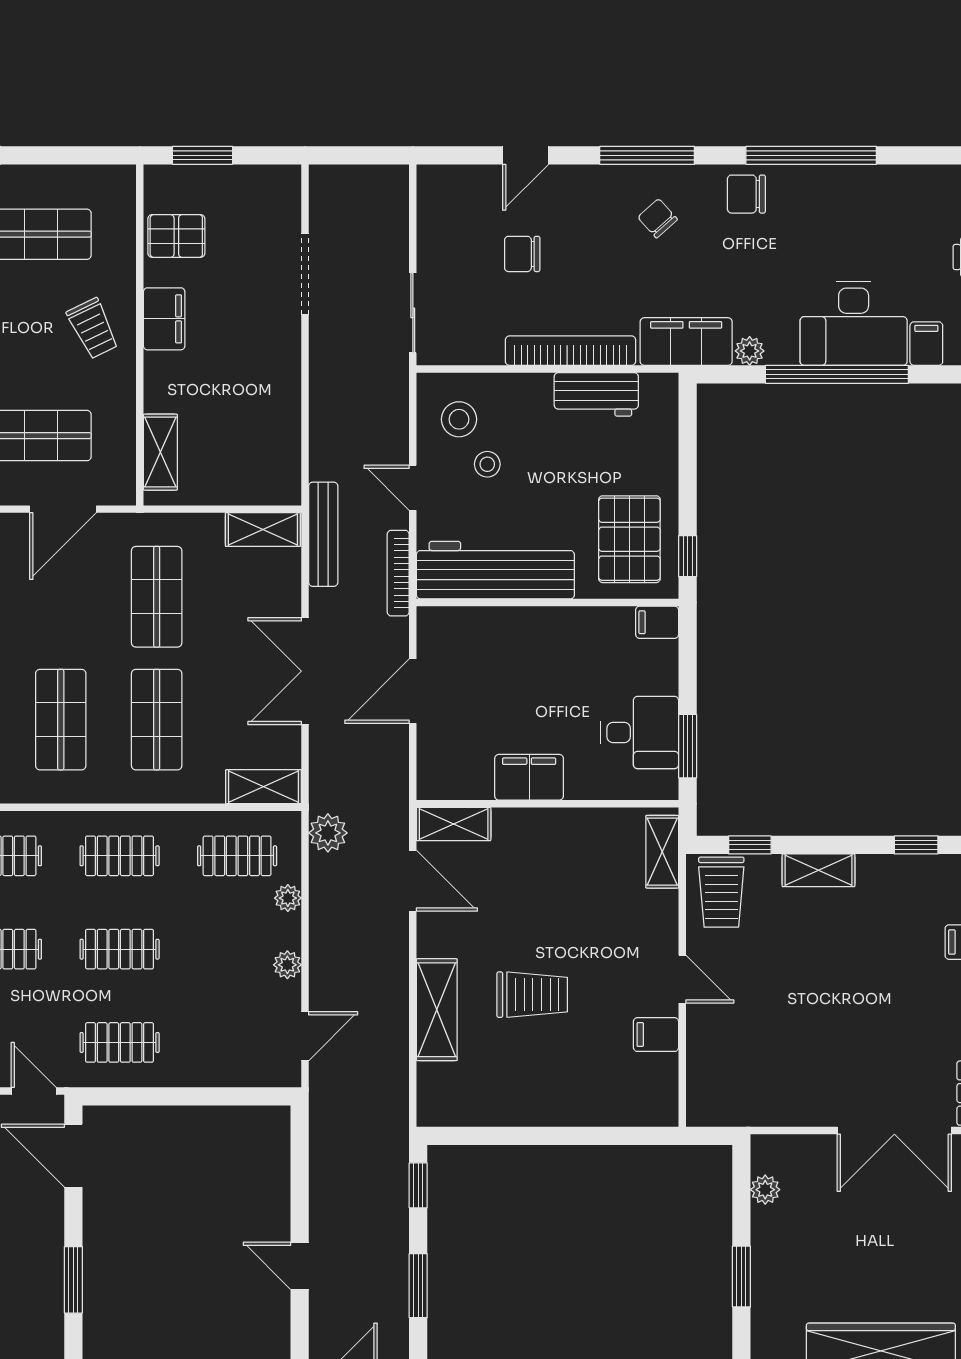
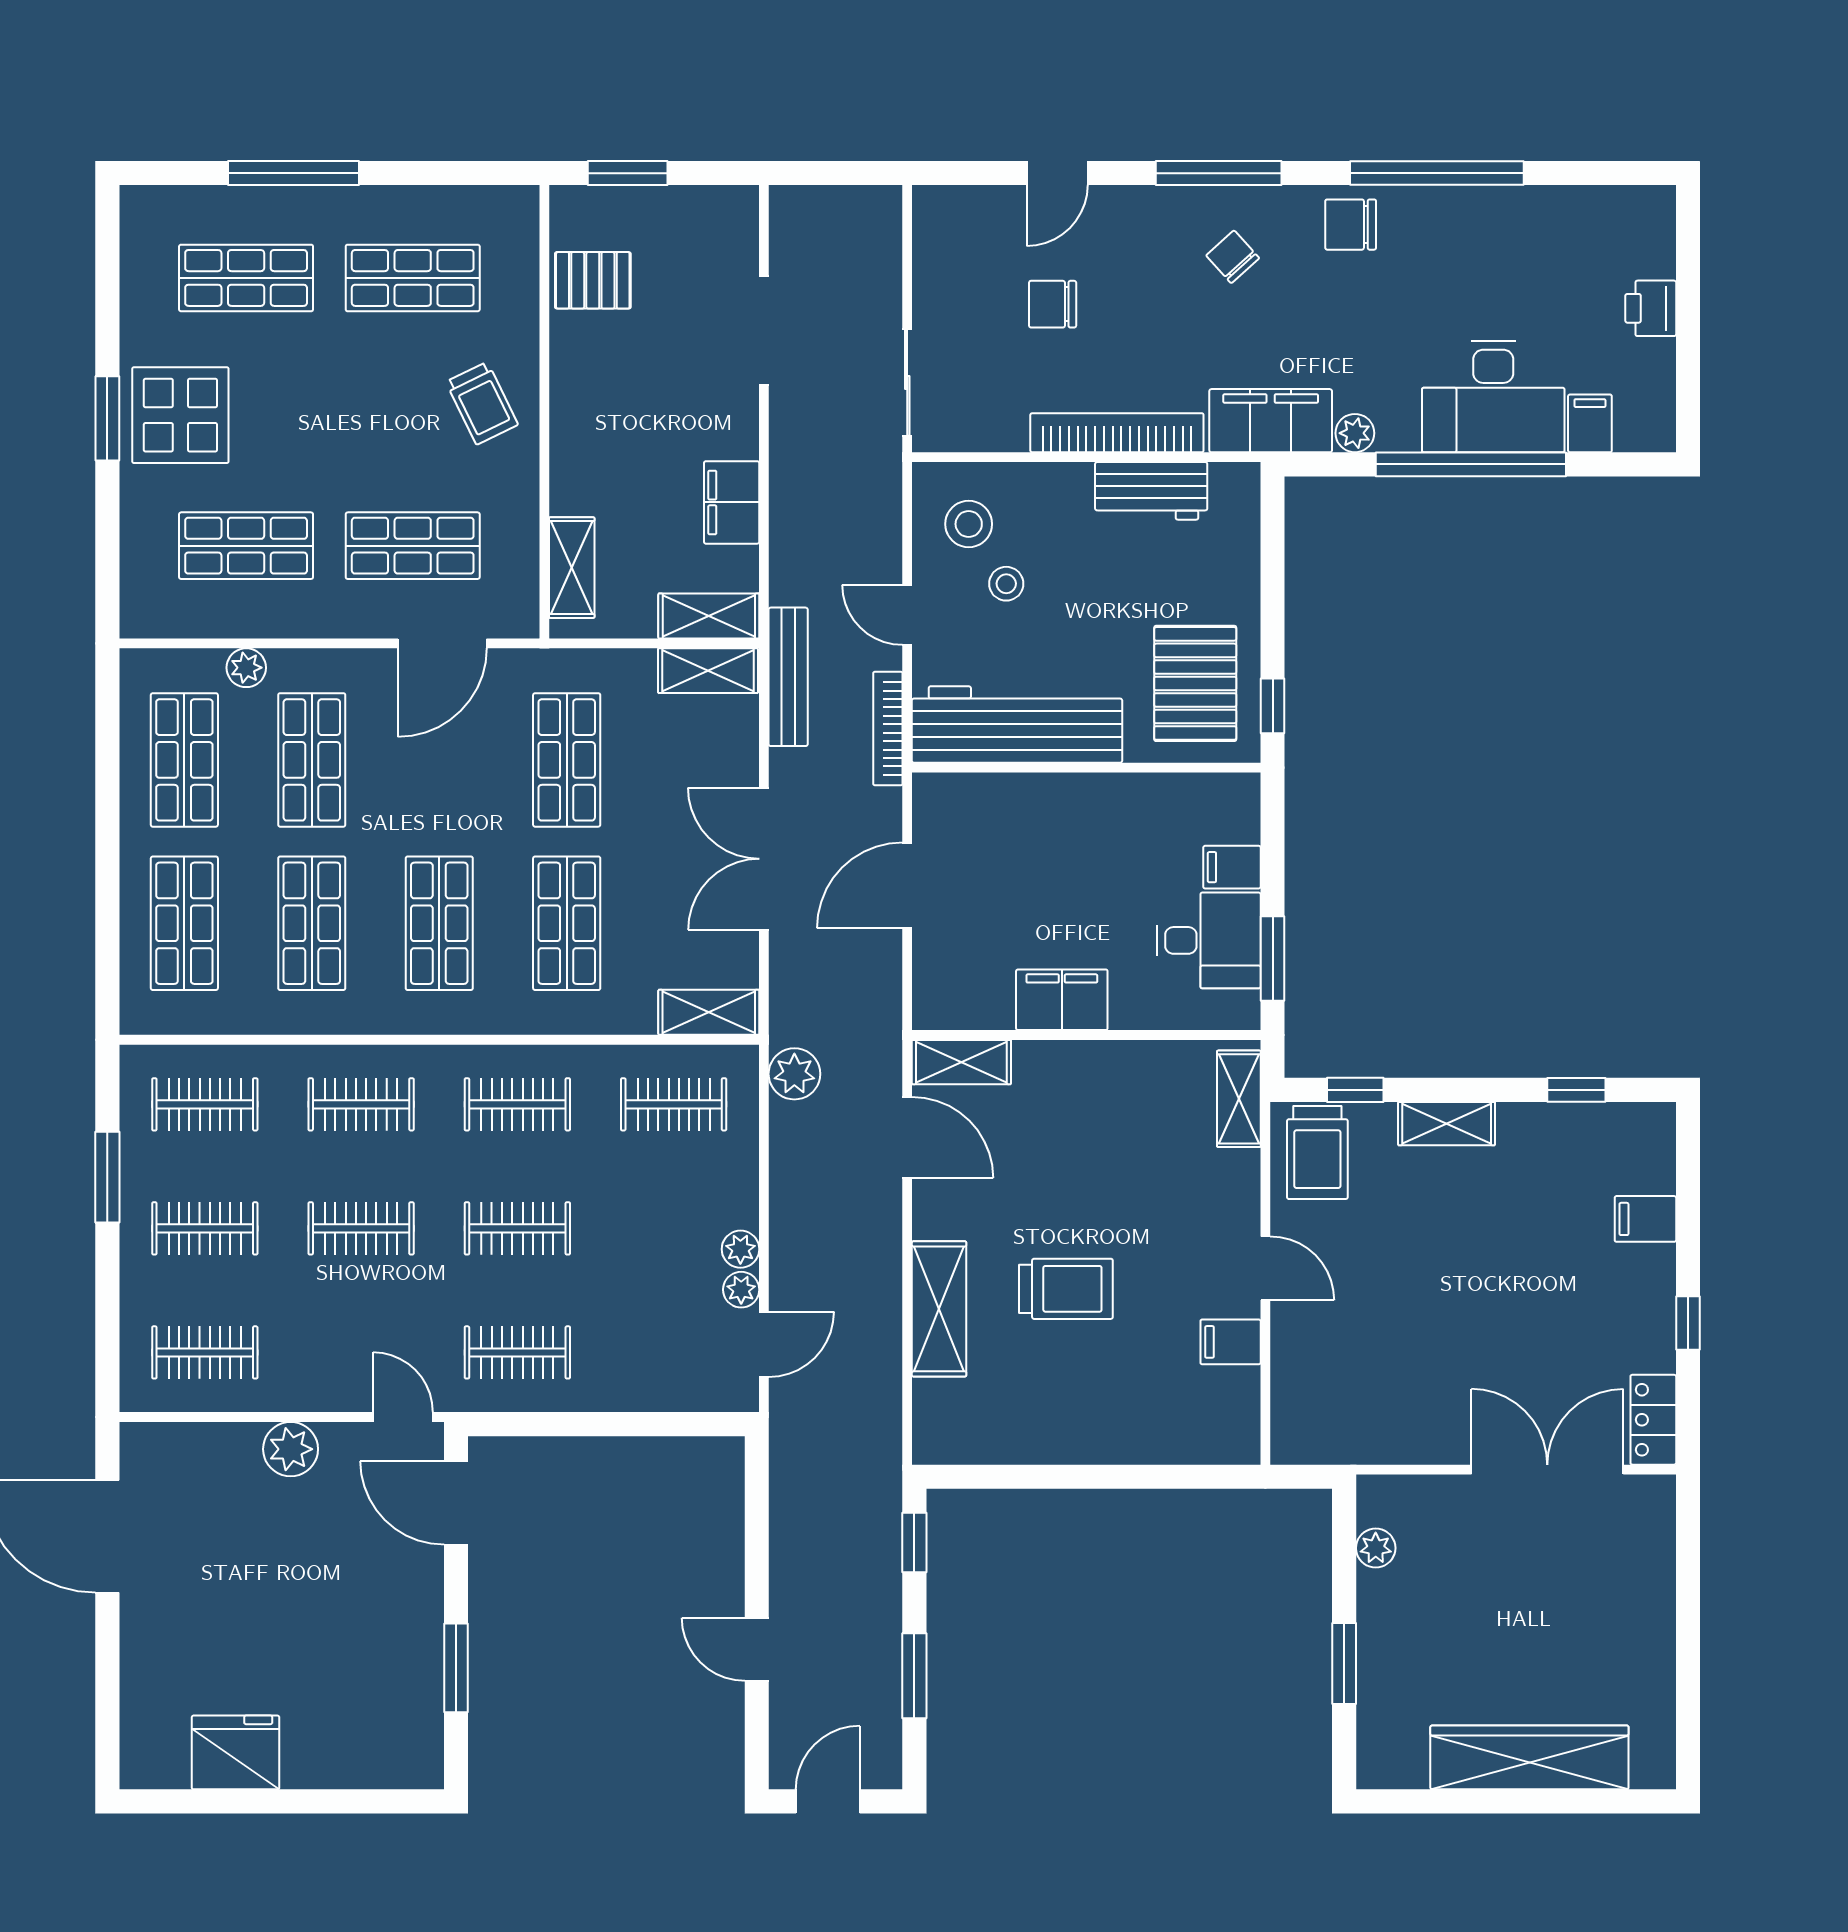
filing cabinet: (164, 319) -> (732, 502), moved, turned 180
shelving: (264, 488) -> (709, 616), added
filing cabinet: (657, 622) -> (1232, 867), moved
plant: (288, 898) -> (741, 1290), moved
double door: (894, 1131) -> (1547, 1470), swing flipped

